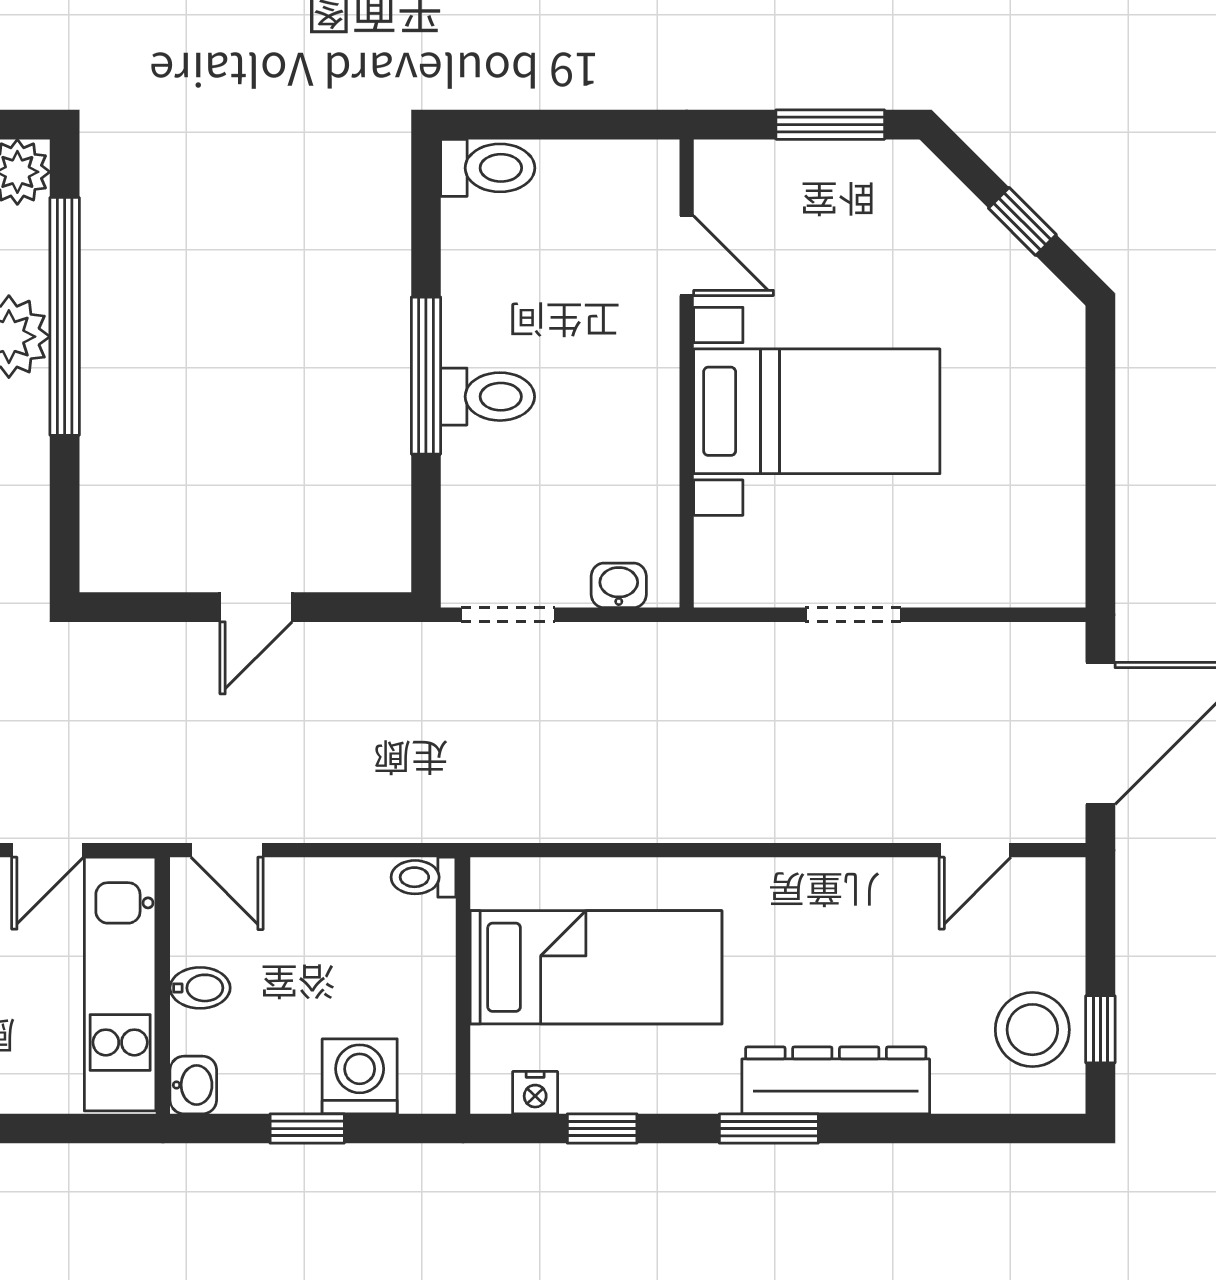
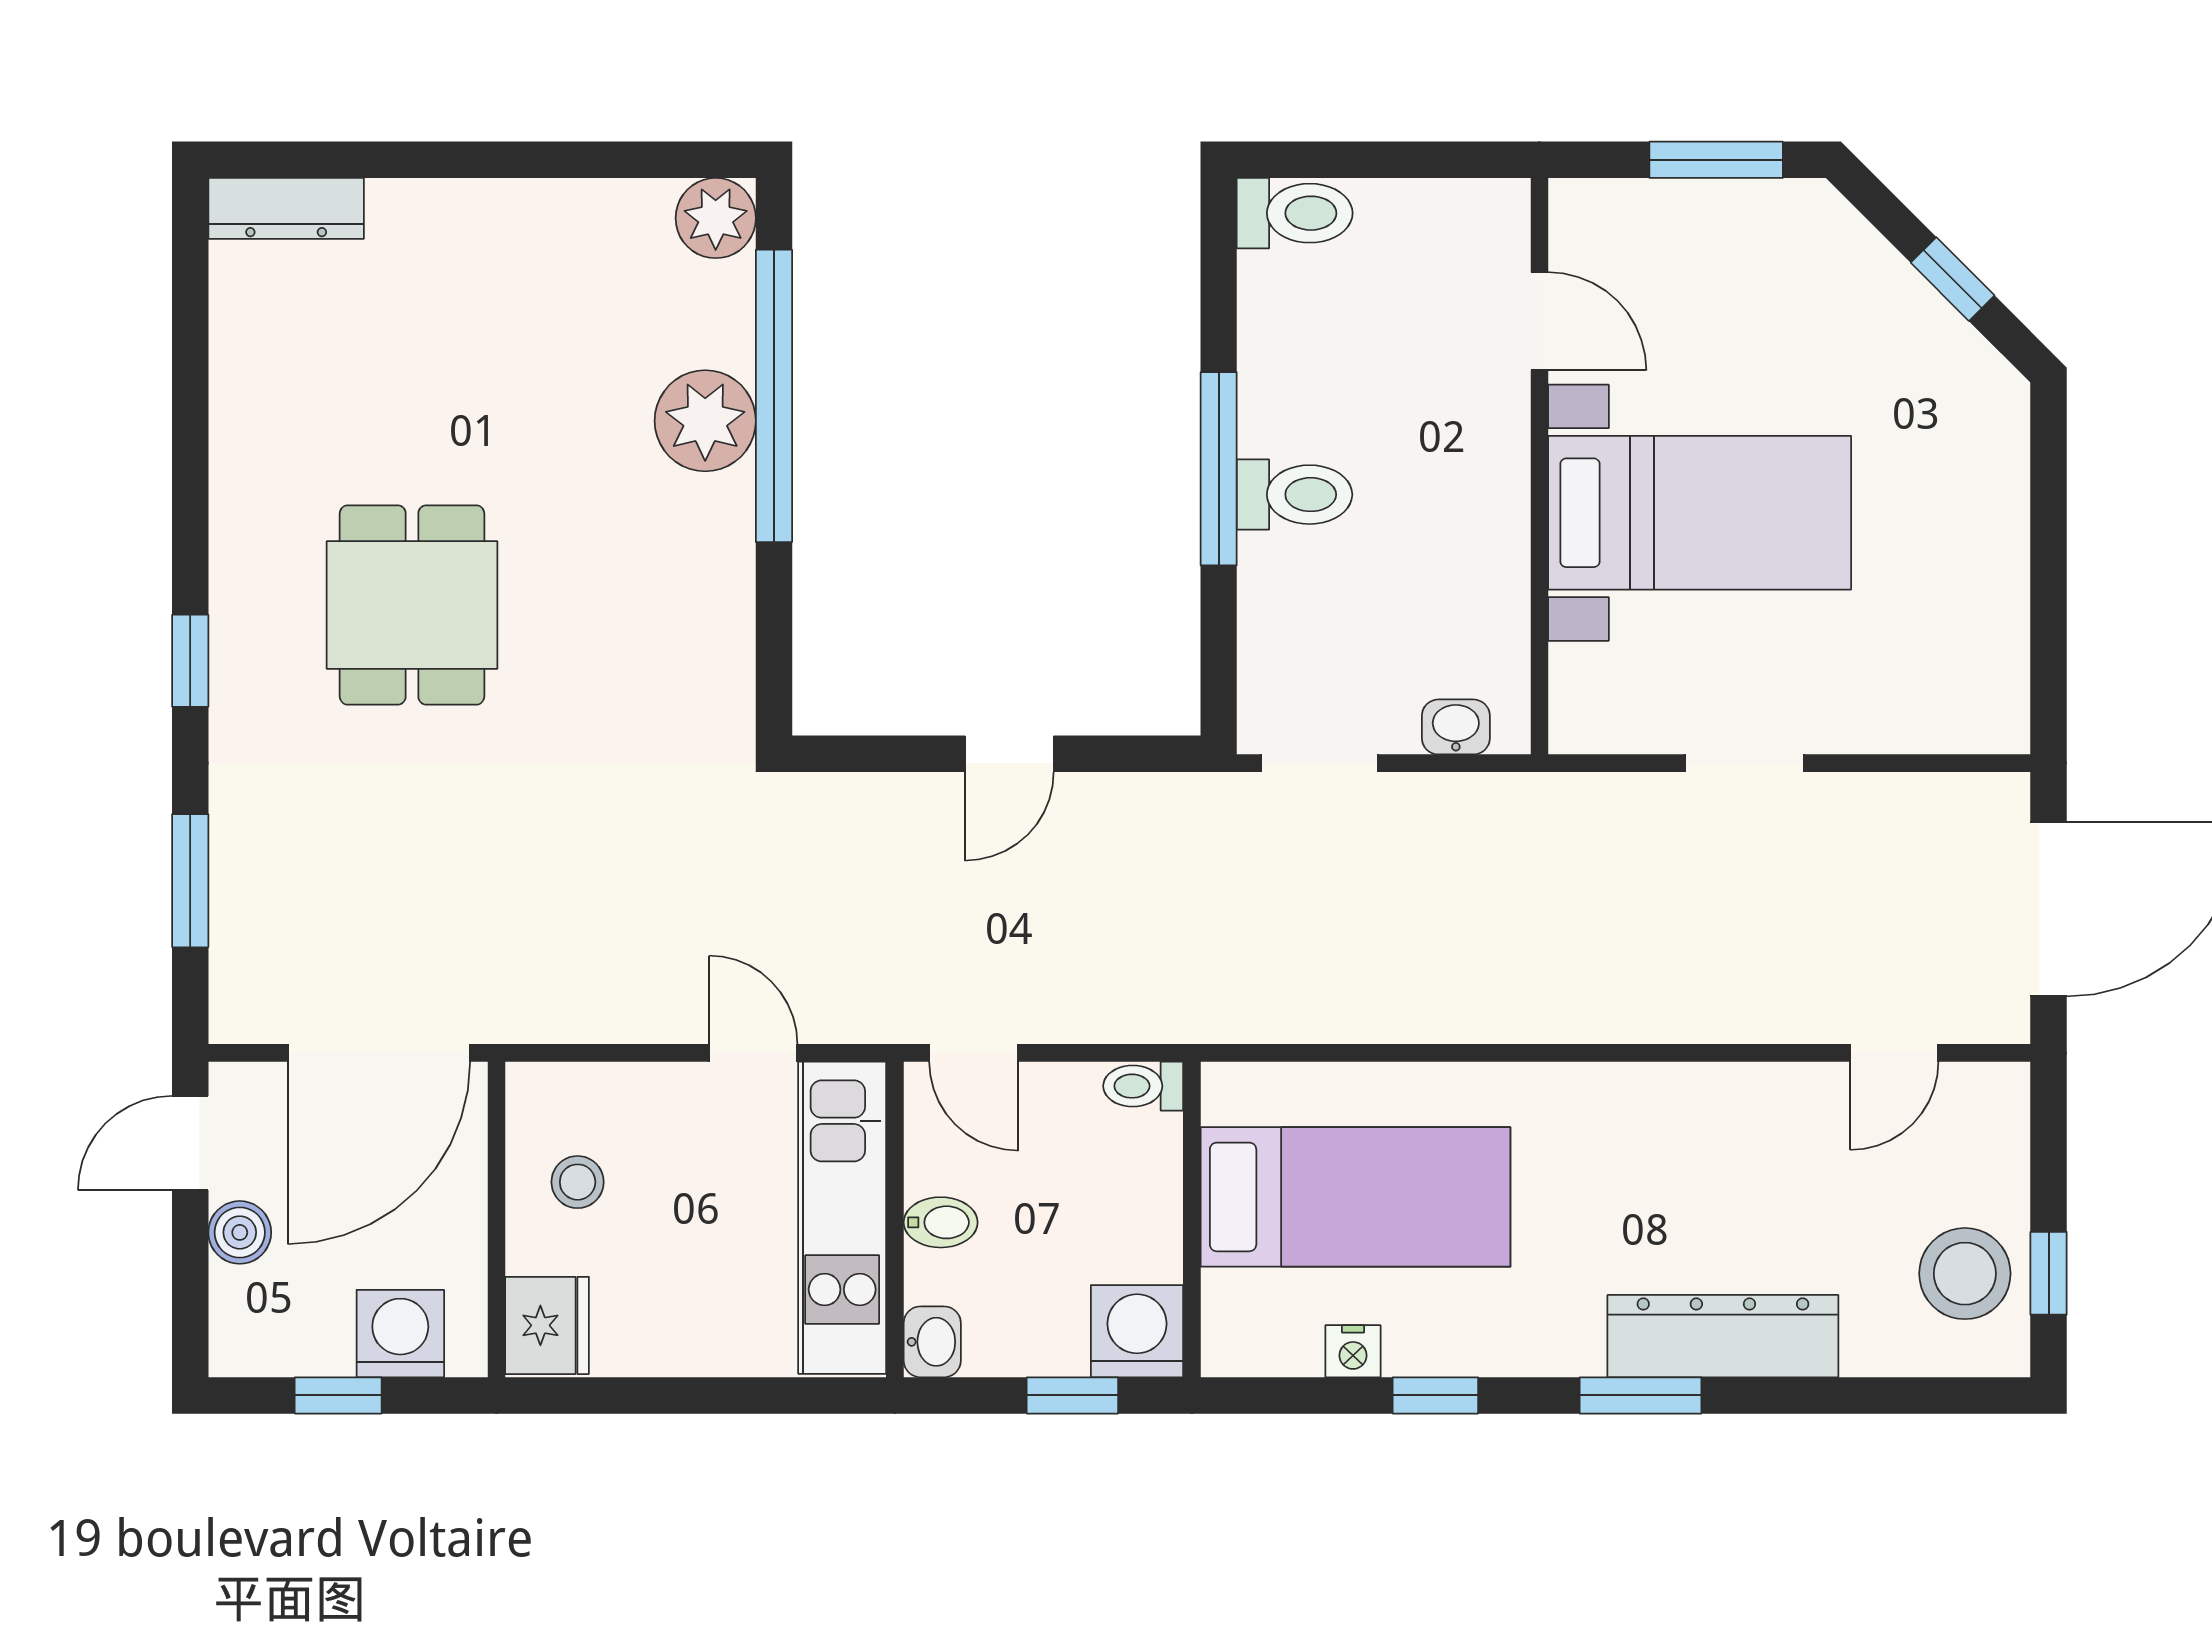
door: (48, 850) -> (753, 1053), swing flipped
toilet: (424, 877) -> (1143, 1086), moved
bed: (596, 967) -> (1355, 1197), moved
wall: (463, 986) -> (1192, 1219), moved

